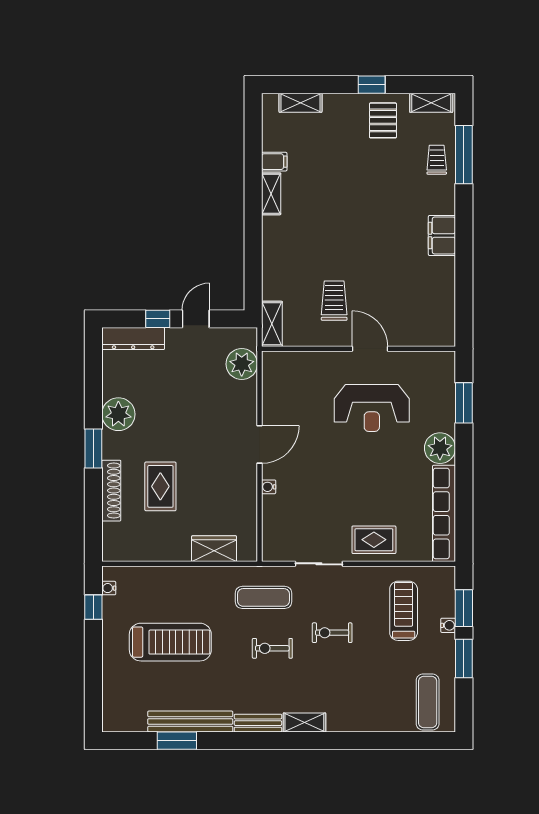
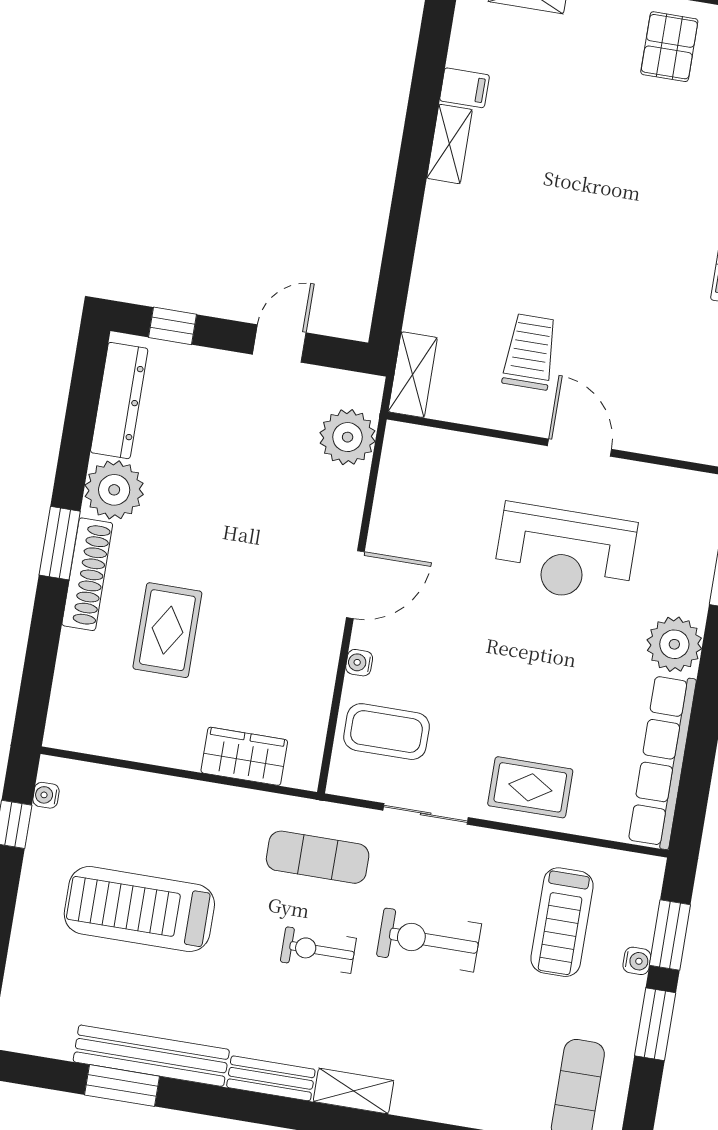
window: (158, 319) -> (173, 326), moved
dresser: (133, 339) -> (119, 401), moved, turned -90
shoe rack: (111, 491) -> (87, 574), moved
coffee table: (290, 522) -> (387, 732), added
treadmill: (404, 611) -> (562, 922), turned 180
exercise bike: (332, 633) -> (429, 940), width x1.38, depth x1.39
treadmill: (170, 642) -> (139, 909), turned 180

